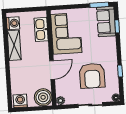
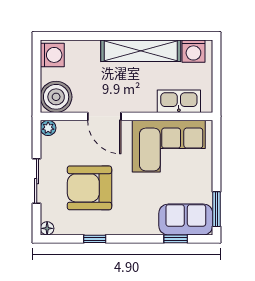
shelving: (14, 45) -> (141, 51), width x1.47

